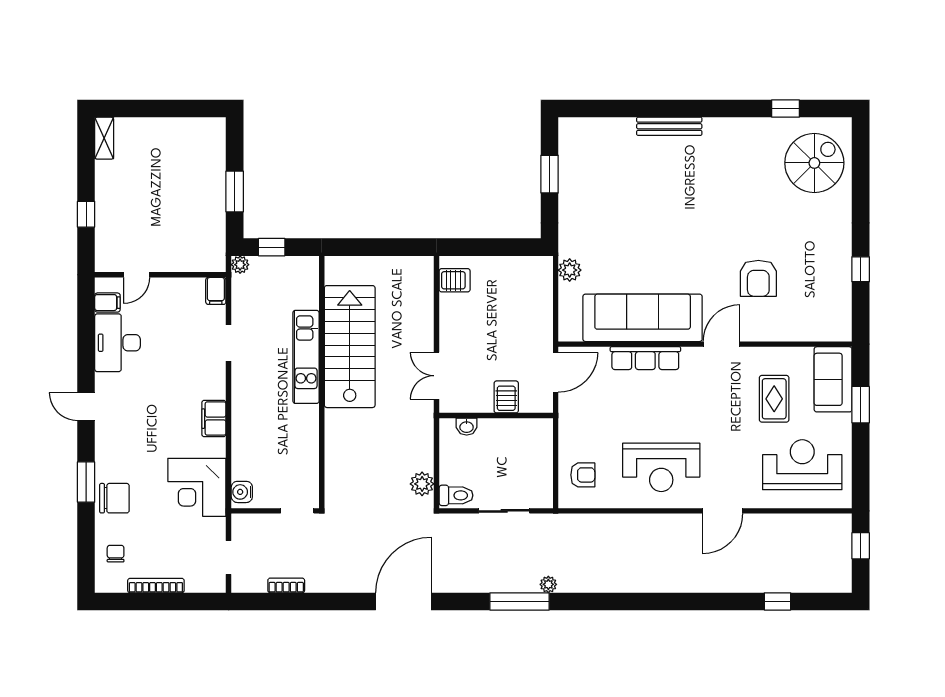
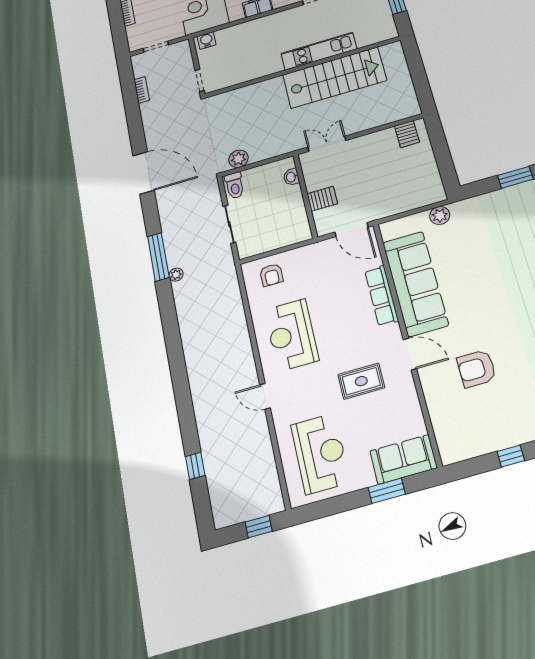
rug: (774, 399) -> (361, 381), moved
door: (723, 511) -> (265, 396), width x0.73

